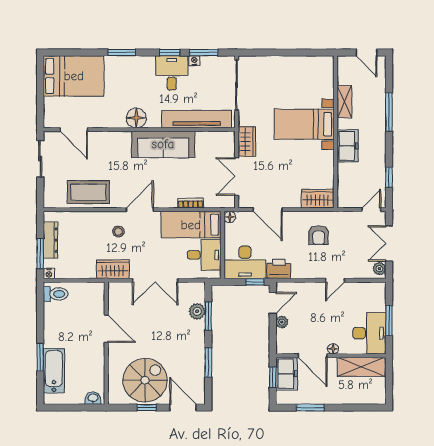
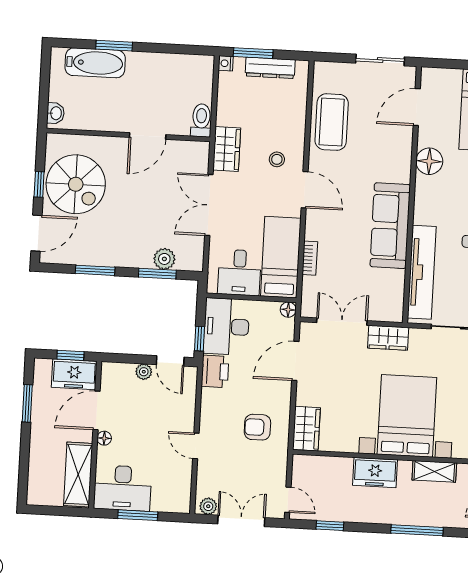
floor lamp: (136, 118) -> (429, 161), moved
bed with nightstands: (304, 124) -> (407, 416), width x1.36
toilet: (56, 294) -> (201, 120), moved, turned 180

